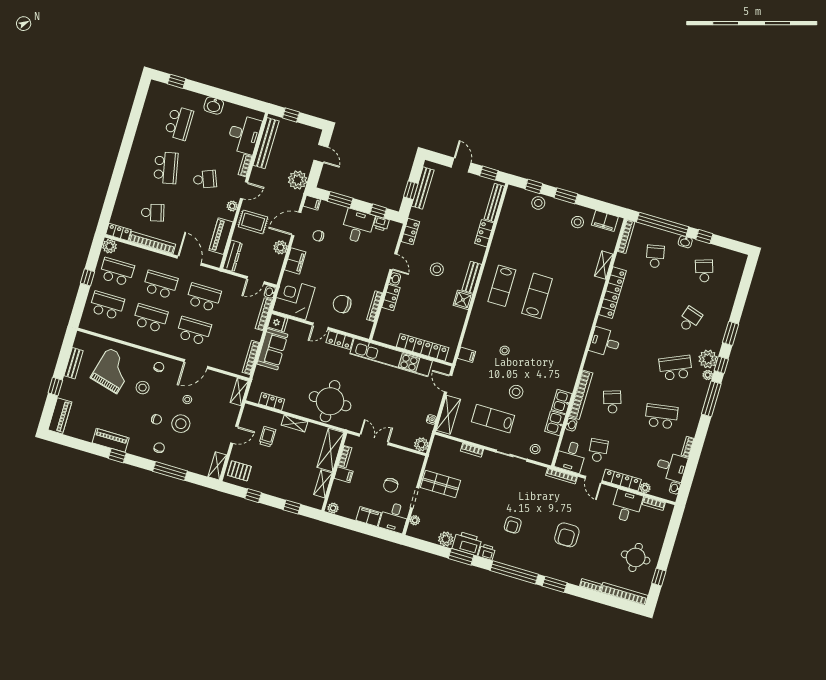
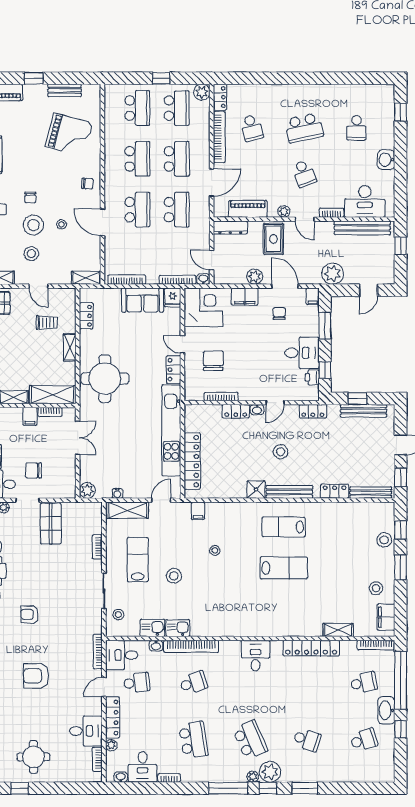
school desk: (179, 123) -> (356, 128), width x0.54
washbasin: (685, 242) -> (386, 710), width x1.91, depth x1.45
bench: (472, 277) -> (289, 492), width x1.36
stool: (143, 388) -> (31, 254), moved

